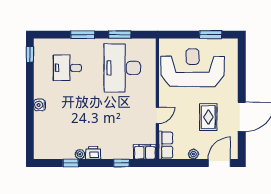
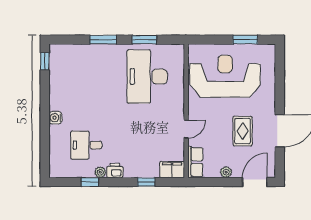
desk: (67, 68) -> (86, 145), moved

